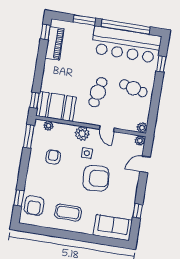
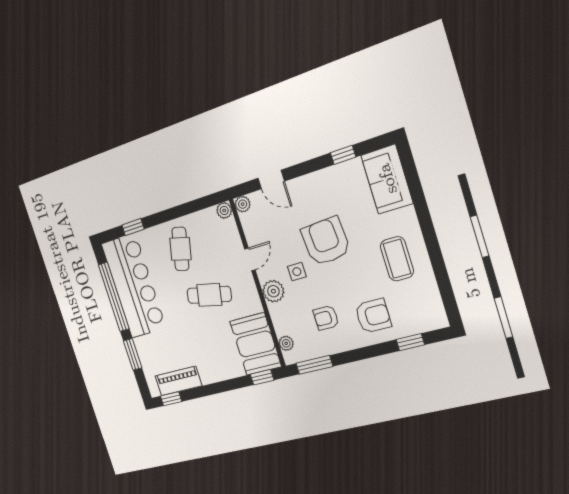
armchair: (34, 206) -> (373, 316), moved

